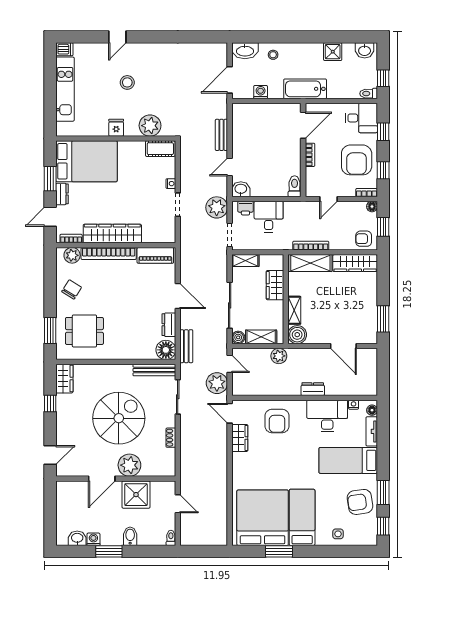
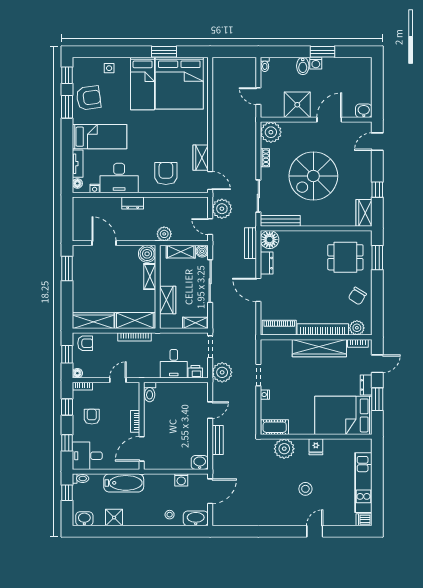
bathtub: (305, 89) -> (124, 483), moved
armchair: (357, 160) -> (92, 417), width x0.53, depth x0.53
washbasin: (241, 189) -> (200, 462), moved, turned 180
plant: (129, 465) -> (271, 132), moved
washbasin: (77, 538) -> (364, 111), moved, turned 180
washing machine: (93, 539) -> (316, 63), moved

